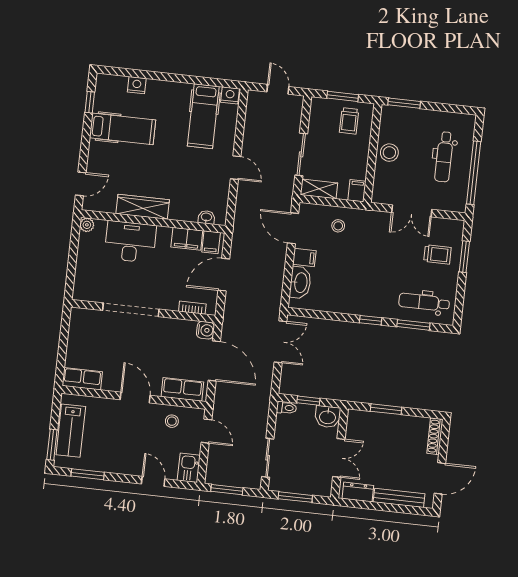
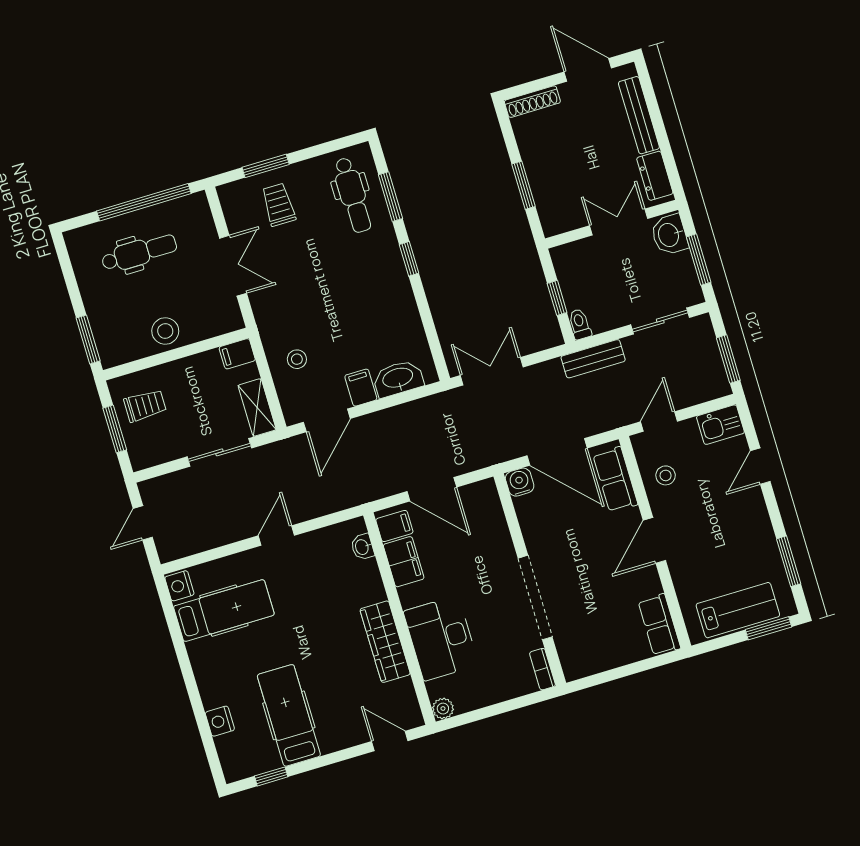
bookcase: (192, 308) -> (542, 669), moved
door: (214, 361) -> (557, 452), swing flipped
bench: (262, 407) -> (593, 359), added
washbasin: (328, 417) -> (669, 235), moved, turned 180

